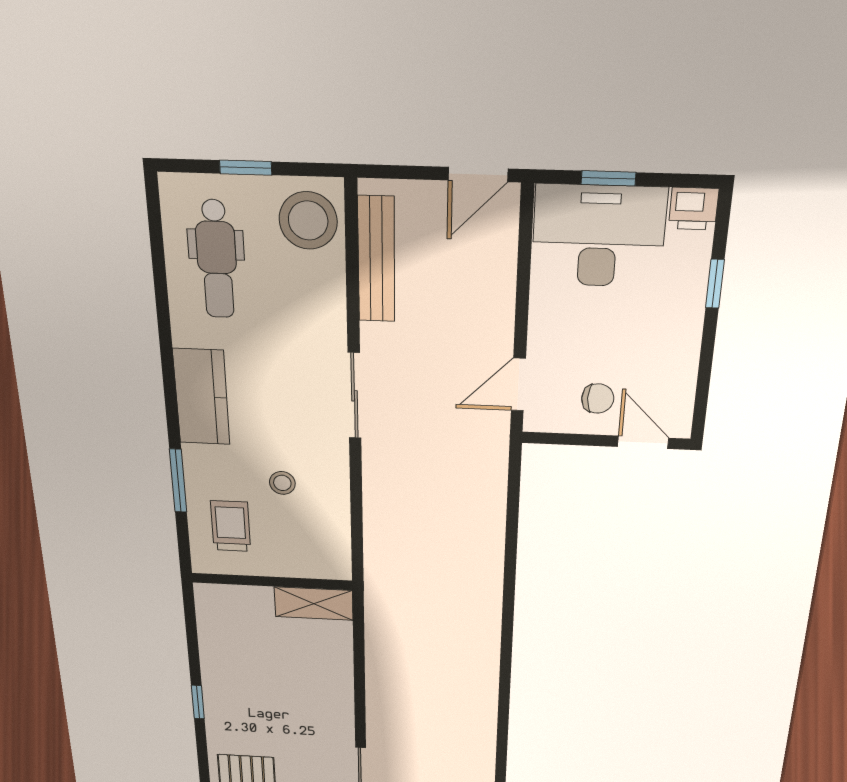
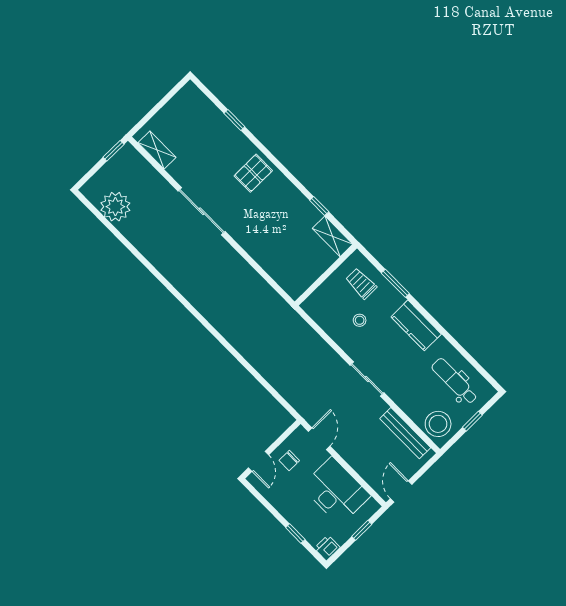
desk: (598, 236) -> (336, 491), moved, turned -90
door: (643, 442) -> (258, 461), hinge flipped
trolley: (231, 526) -> (361, 283), turned 180
shelving: (314, 604) -> (332, 236), moved, turned 90
window: (198, 702) -> (319, 206), moved

